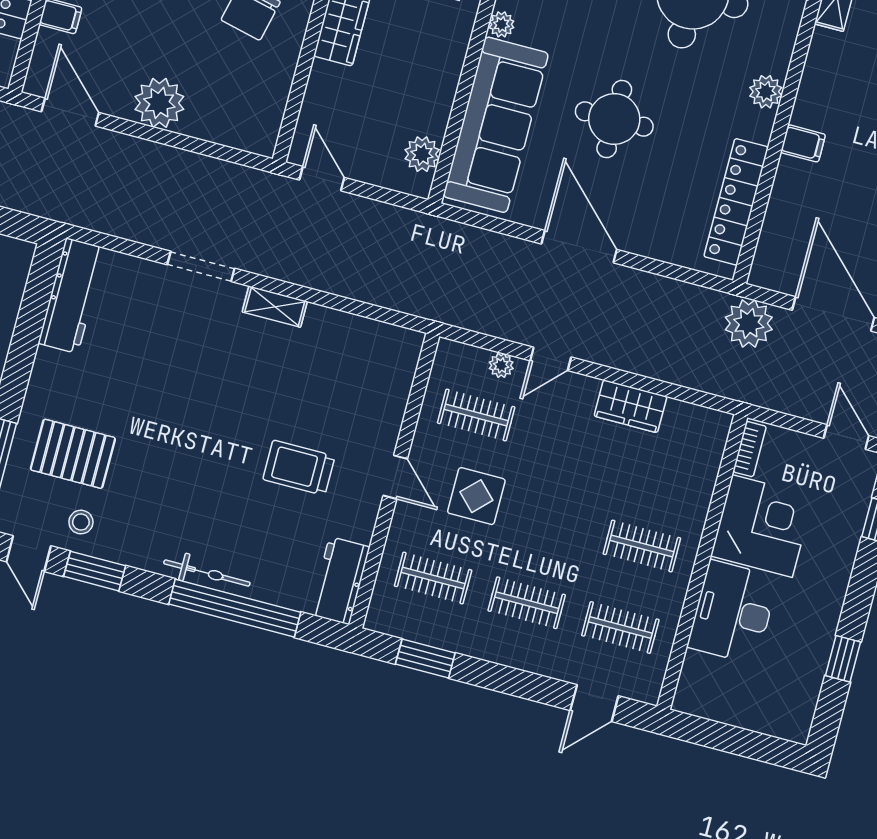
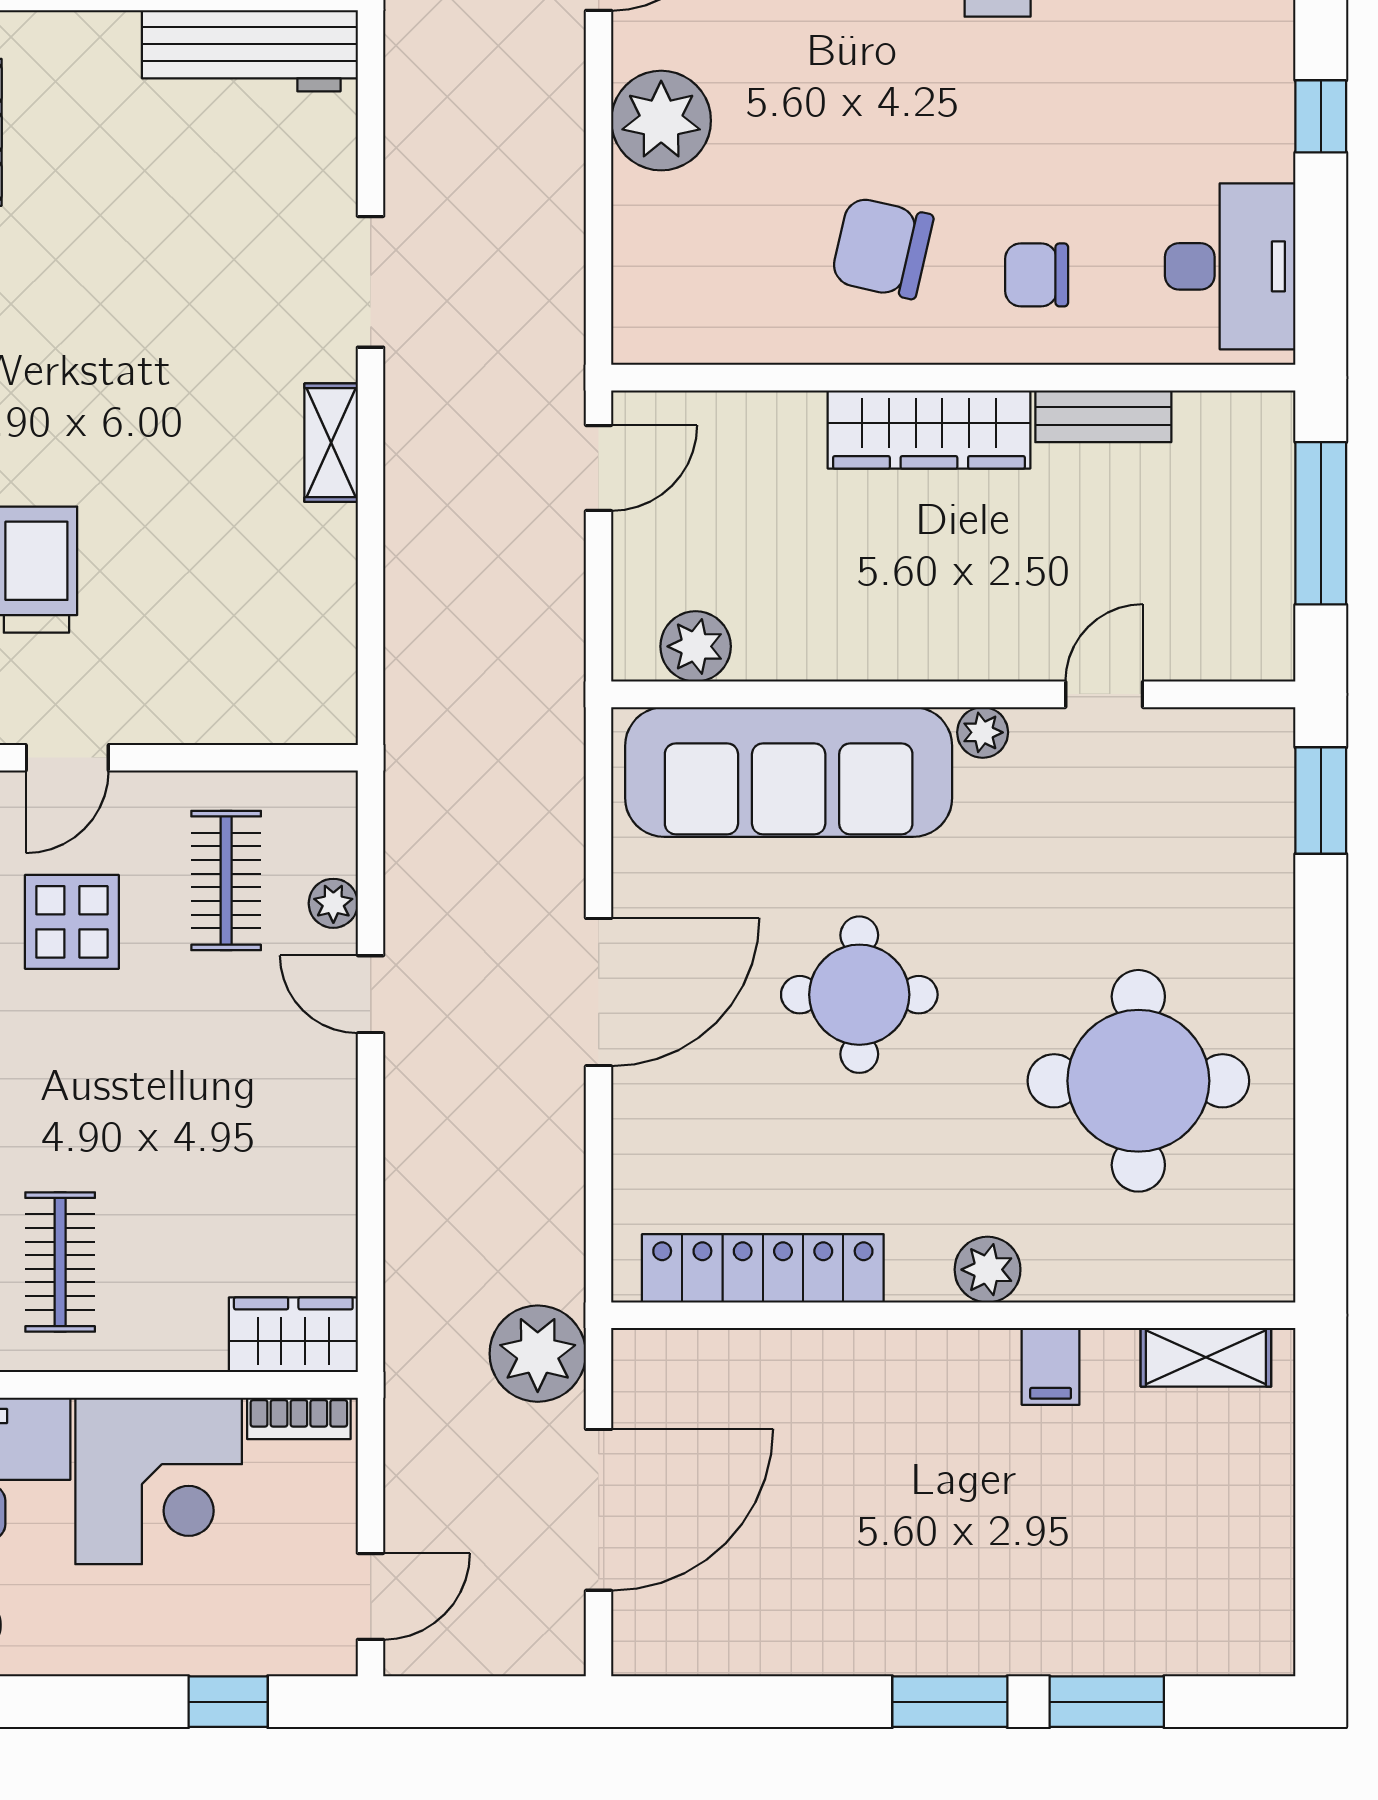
filing cabinet: (803, 143) -> (1051, 1366), moved
wardrobe: (630, 406) -> (293, 1335), moved, turned 90

